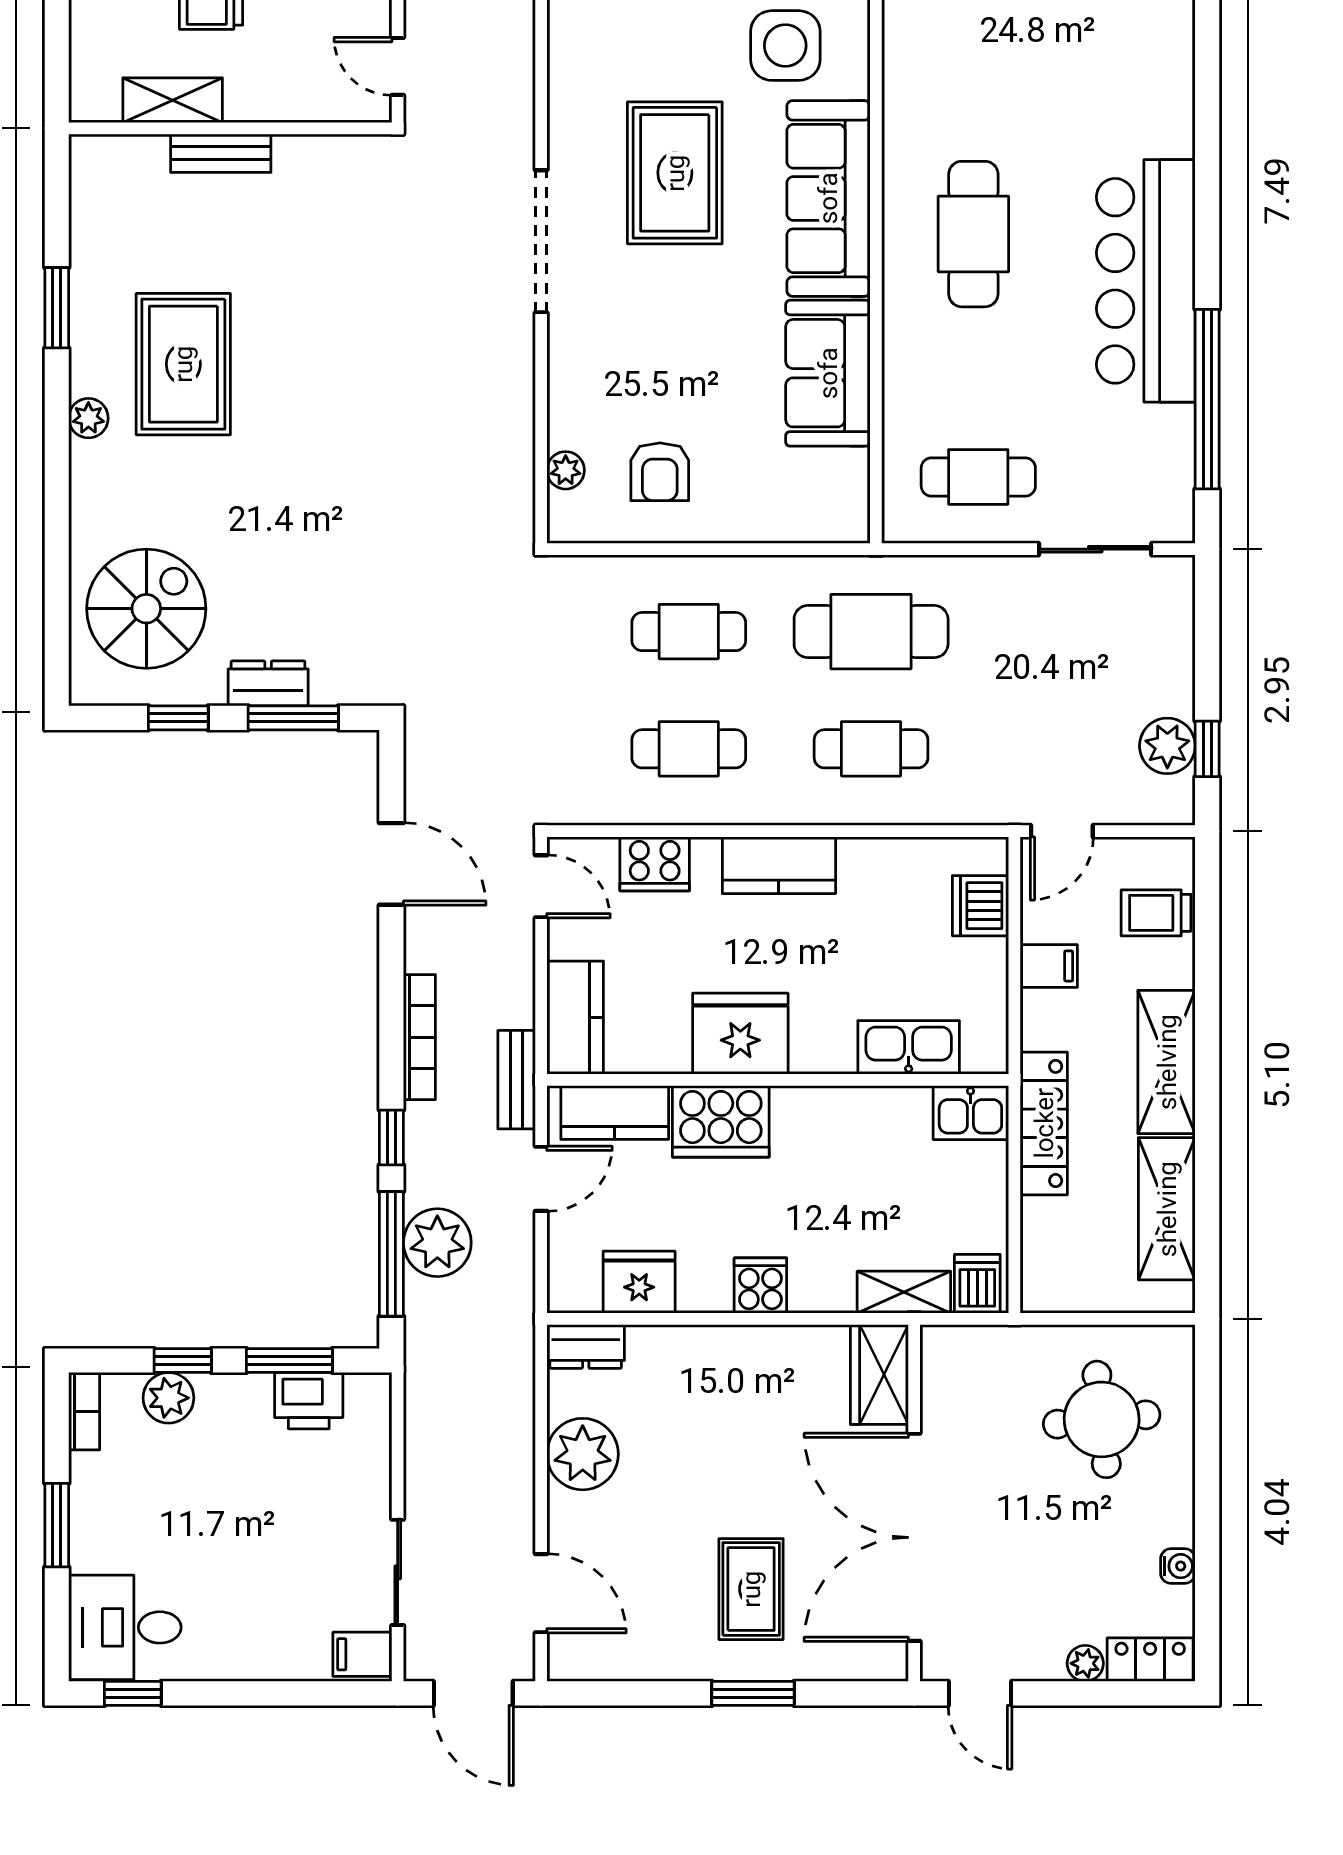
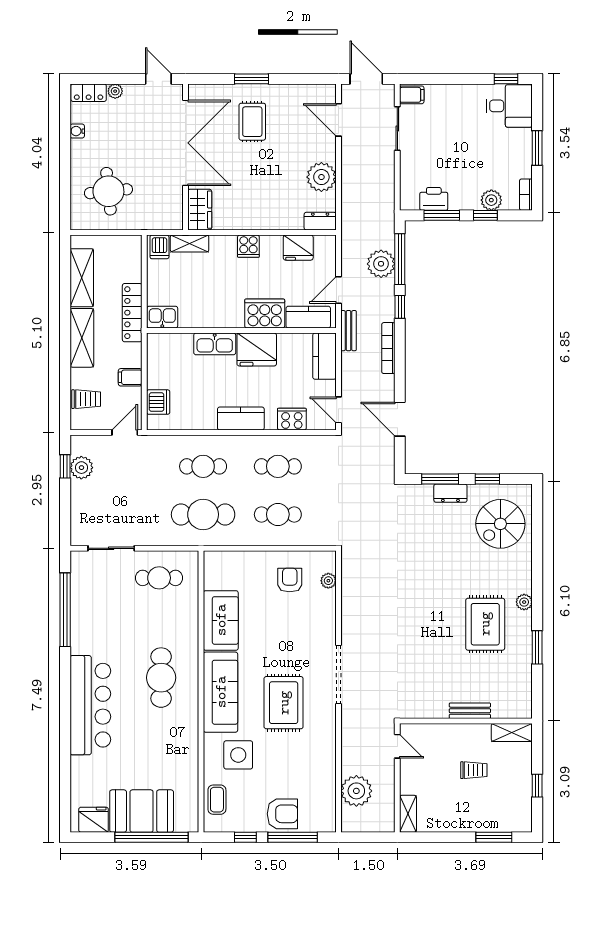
shelving: (173, 100) -> (512, 732), moved
bar counter: (1146, 281) -> (90, 705), moved
kitchen sink: (909, 1047) -> (215, 344), moved

